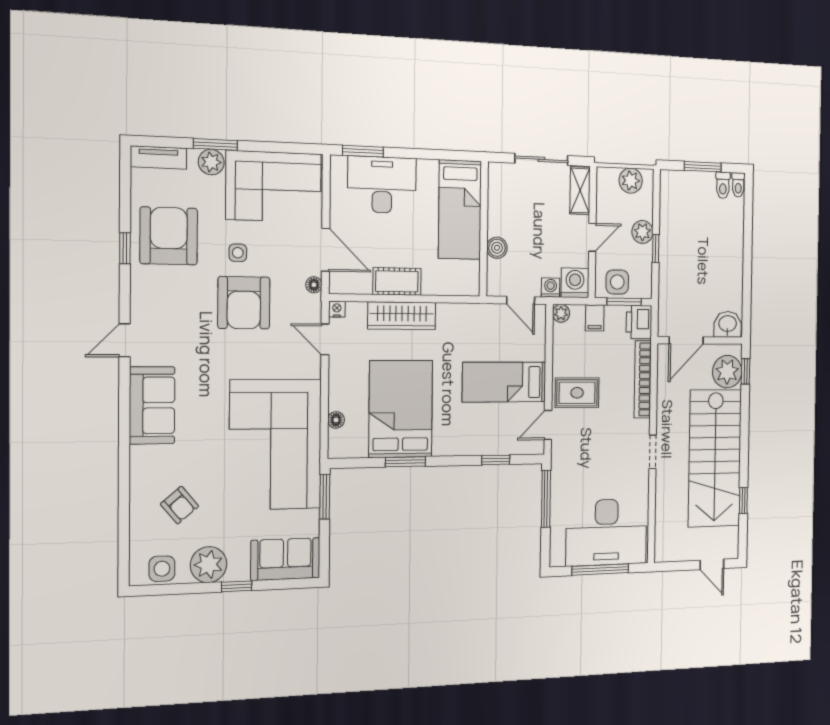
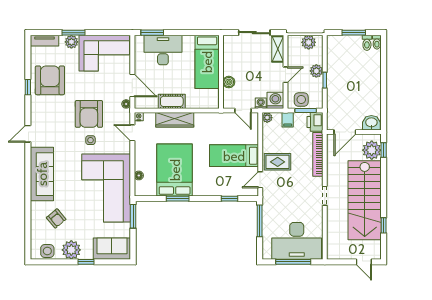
side table: (238, 253) -> (90, 140), moved
sofa: (152, 405) -> (42, 174), width x1.36

